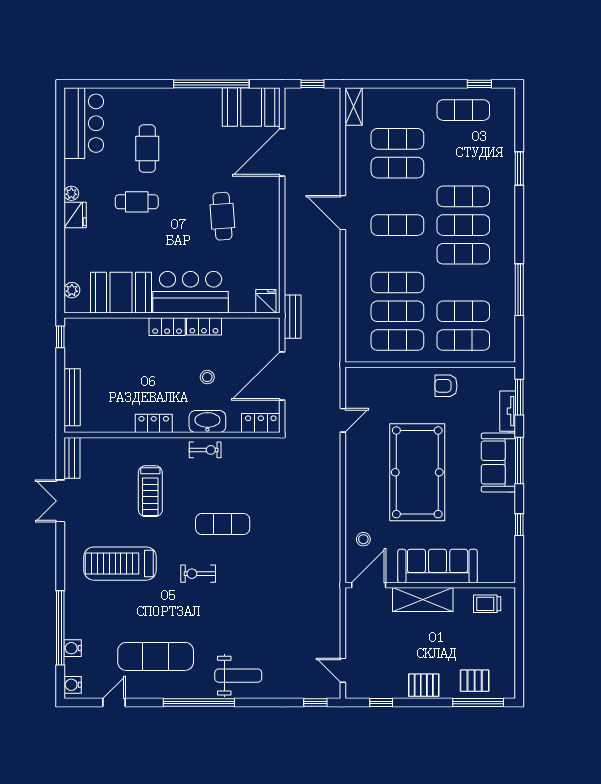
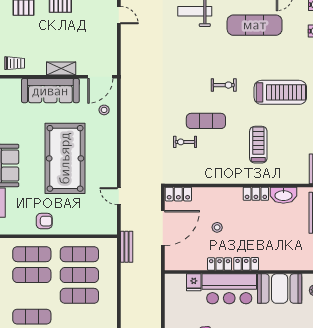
fridge: (266, 301) -> (194, 282), moved
bench: (293, 317) -> (127, 247), moved
door: (343, 420) -> (119, 196), hinge flipped
washbasin: (207, 422) -> (283, 195), moved
exercise bike: (205, 450) -> (185, 142), moved
shelving: (423, 599) -> (61, 69), width x0.67, depth x0.75

